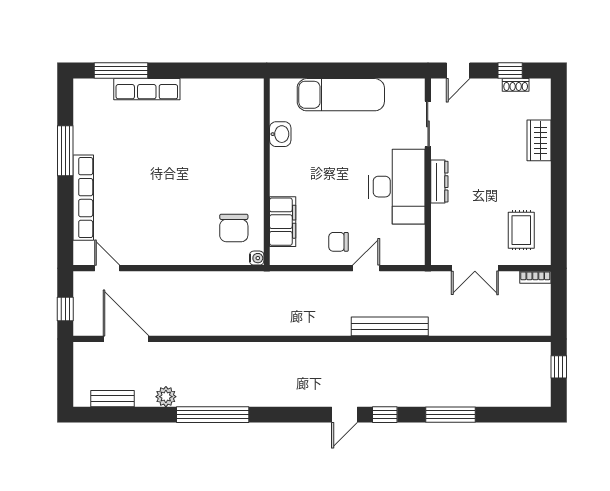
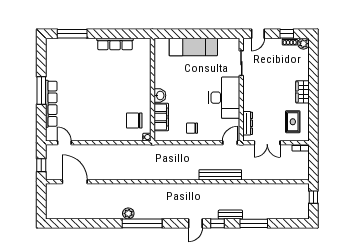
row of seats: (147, 89) -> (115, 44), moved
plant: (541, 89) -> (303, 44), added
washbasin: (280, 134) -> (160, 95), moved
wardrobe: (539, 140) -> (303, 92), moved
window: (65, 151) -> (41, 90), moved
dresser: (439, 182) -> (248, 123), moved
chair: (234, 228) -> (134, 120), turned 90
door: (366, 268) -> (230, 143), moved
plant: (166, 397) -> (128, 213), moved
bench: (113, 399) -> (230, 215), moved
window: (213, 415) -> (142, 223), moved

